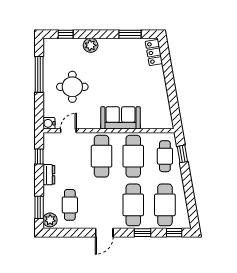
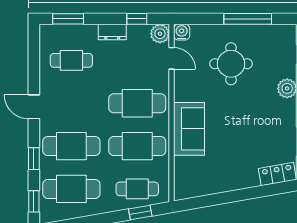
plant: (50, 220) -> (160, 34), moved

